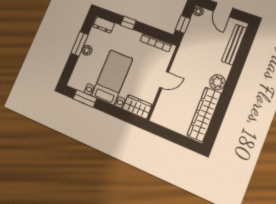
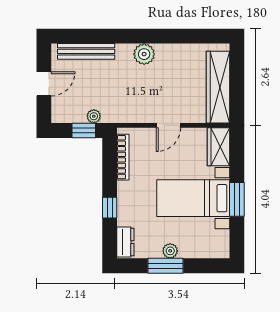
plant: (198, 11) -> (94, 116), moved
door: (164, 80) -> (169, 125), swing flipped
window: (85, 99) -> (237, 199), moved
wardrobe: (204, 114) -> (218, 87), moved, turned 90

